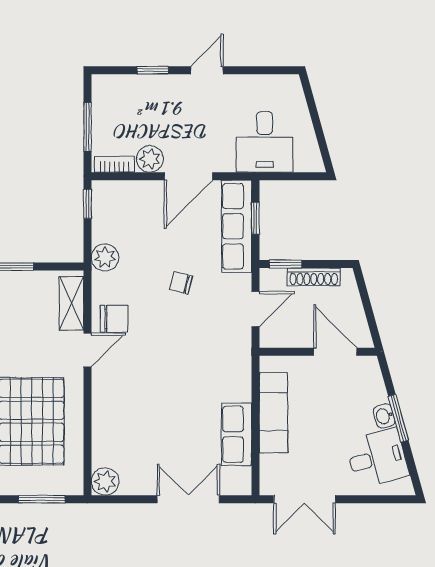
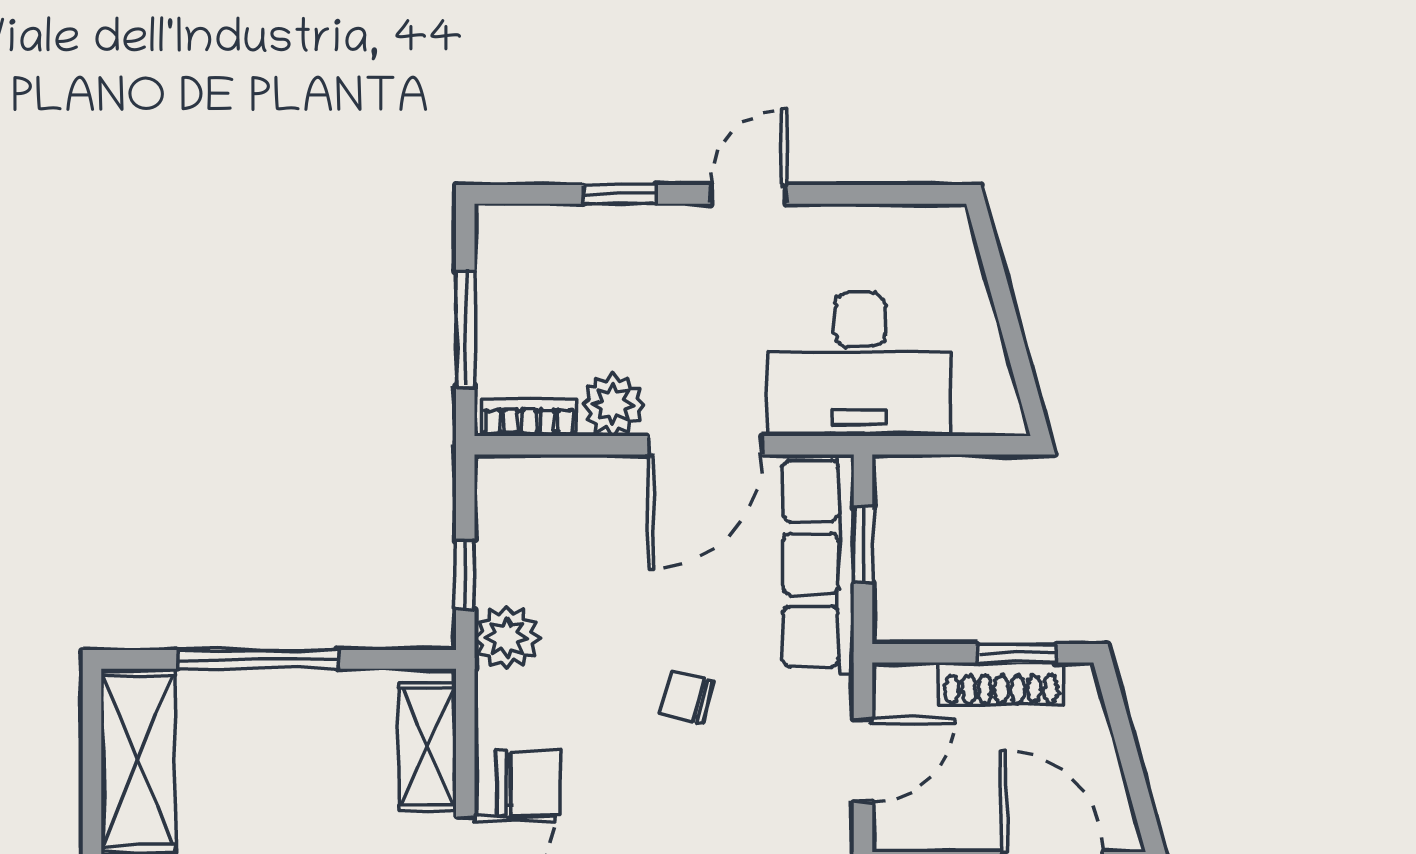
desk: (265, 142) -> (860, 364), width x1.37
window: (87, 204) -> (465, 574), moved
window: (286, 264) -> (1017, 653), moved

